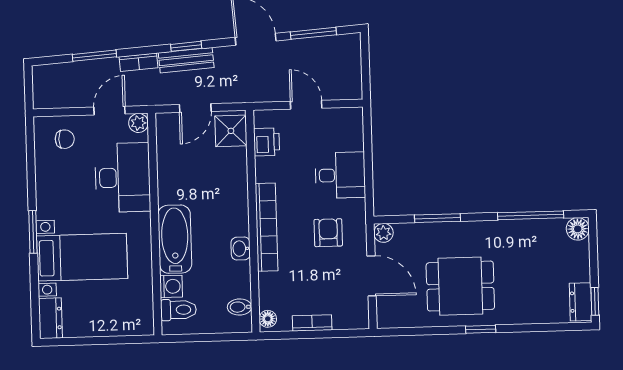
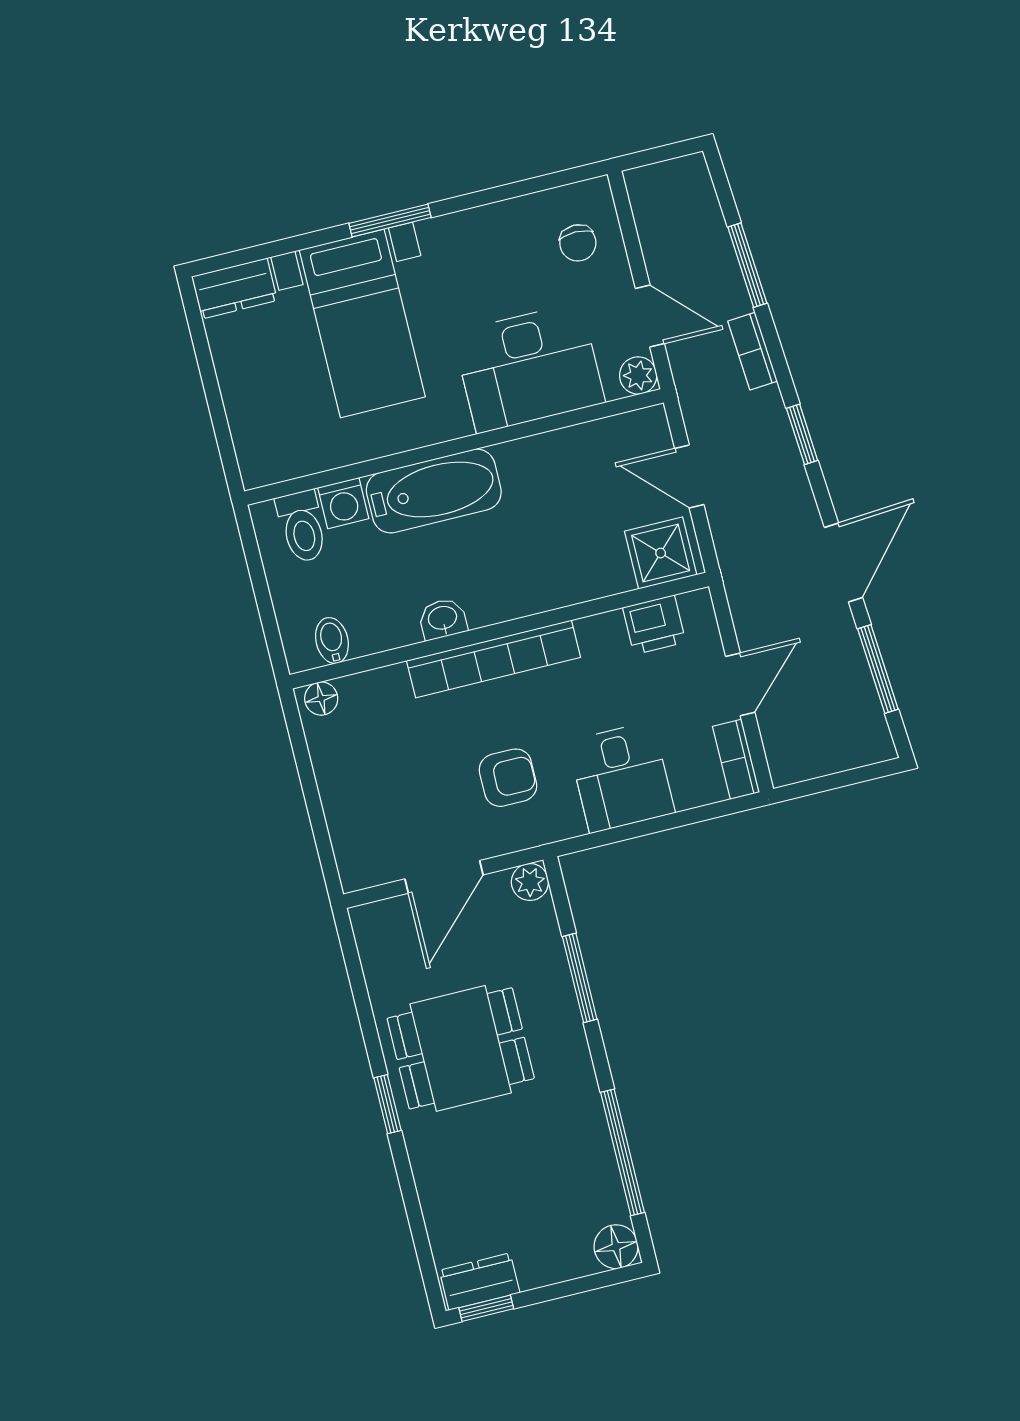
bench: (186, 60) -> (776, 440), removed
dining table: (460, 286) -> (461, 1048), turned 90
bookcase: (312, 323) -> (736, 759), moved, turned 180

